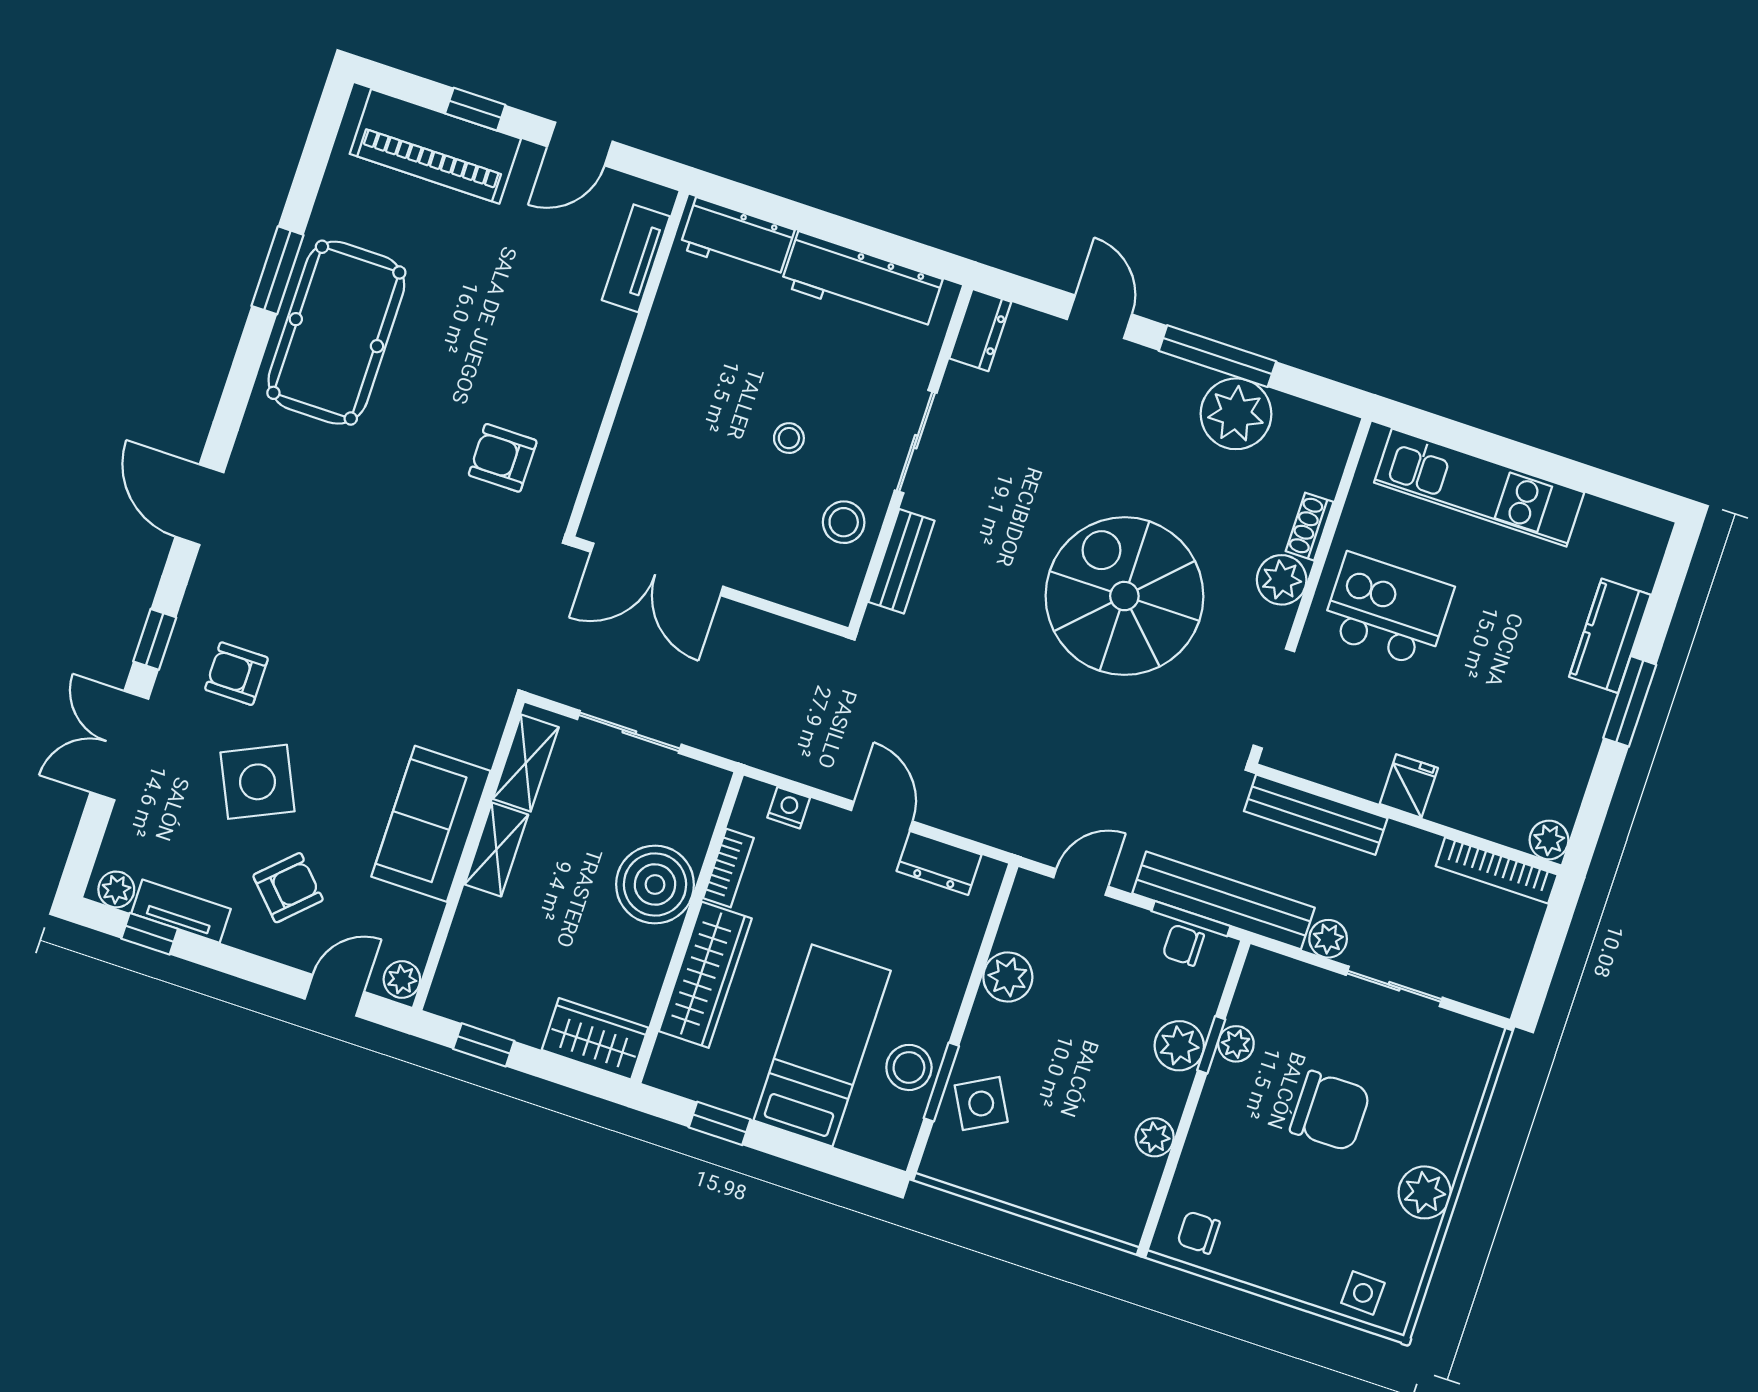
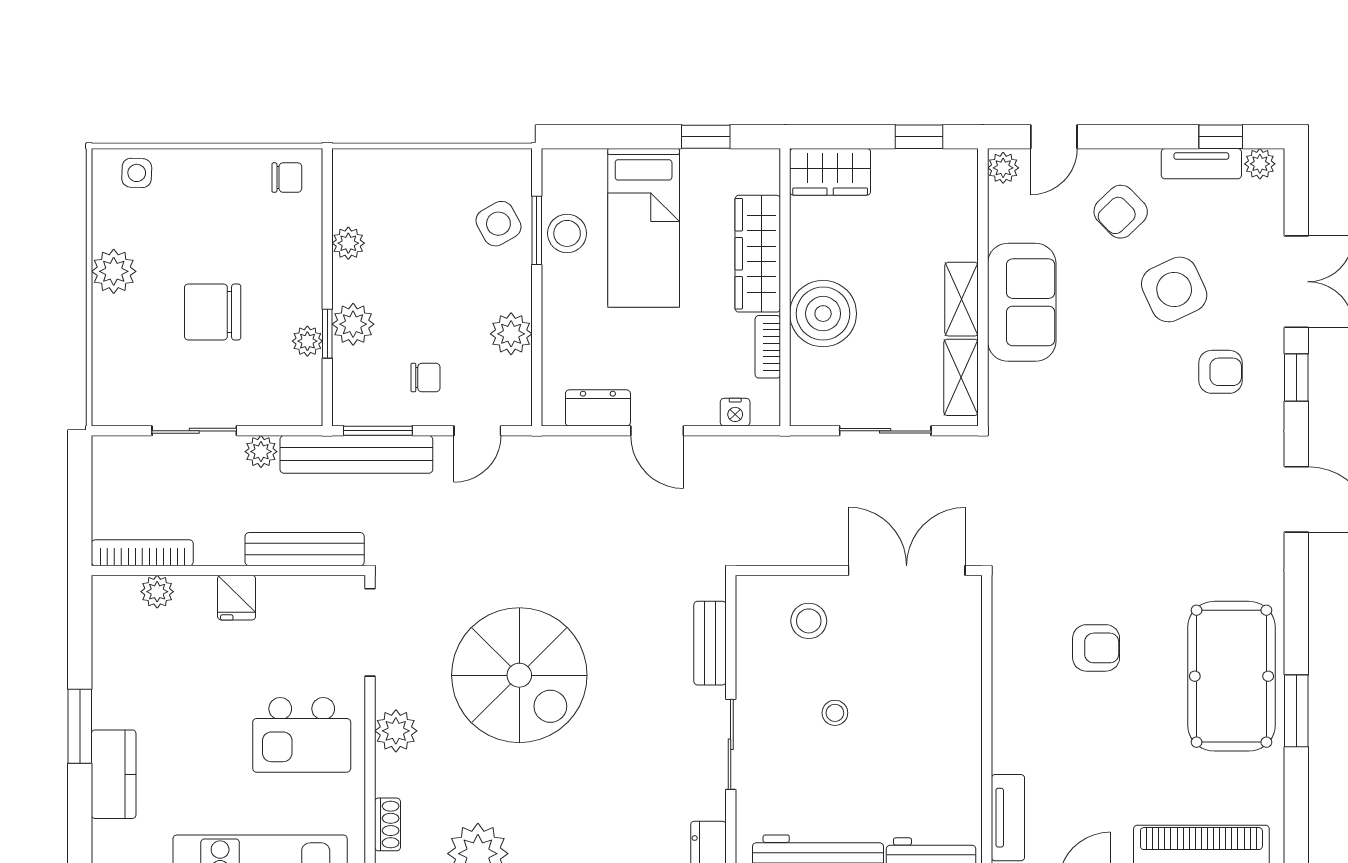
armchair: (503, 458) -> (1096, 648), moved
stool: (844, 522) -> (809, 621), moved
shoe rack: (1310, 527) -> (388, 824), moved
plant: (1549, 840) -> (157, 592), moved
chair: (1183, 945) -> (425, 378), moved

